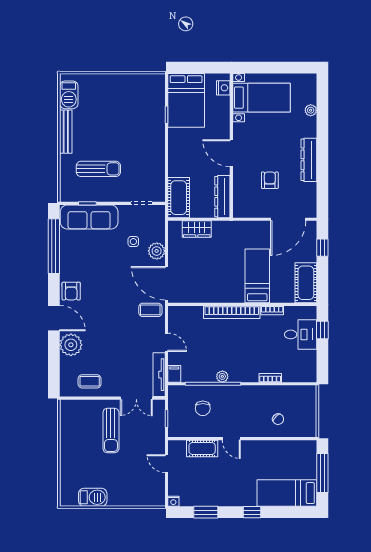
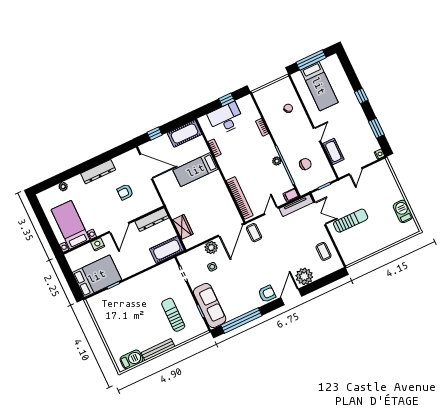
nightstand: (223, 88) -> (98, 244), moved
bookcase: (232, 312) -> (240, 198), moved
window: (322, 330) -> (227, 100), moved
desk: (301, 334) -> (226, 119), width x1.37
bed: (287, 493) -> (319, 86), moved

